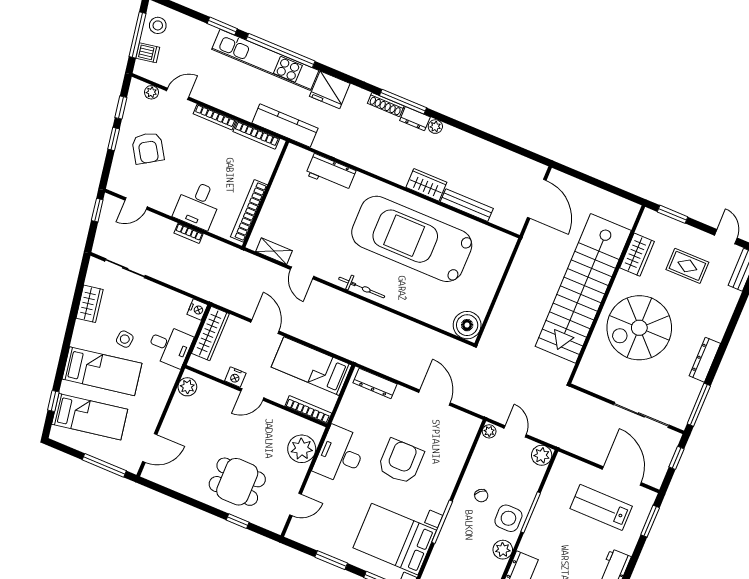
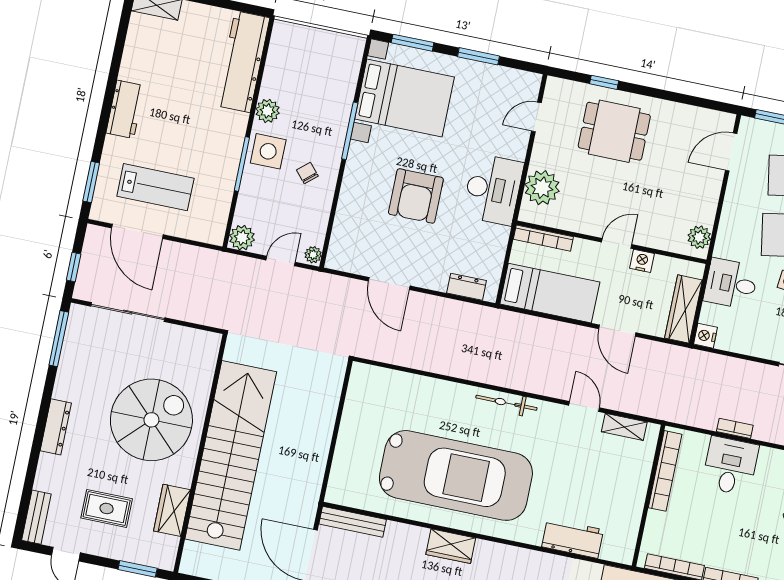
bench: (467, 205) -> (353, 522), moved
boiler: (467, 325) -> (366, 382), removed
dresser: (705, 360) -> (56, 427), moved
dresser: (375, 383) -> (467, 287), width x0.70
door: (515, 431) -> (281, 261), swing flipped

